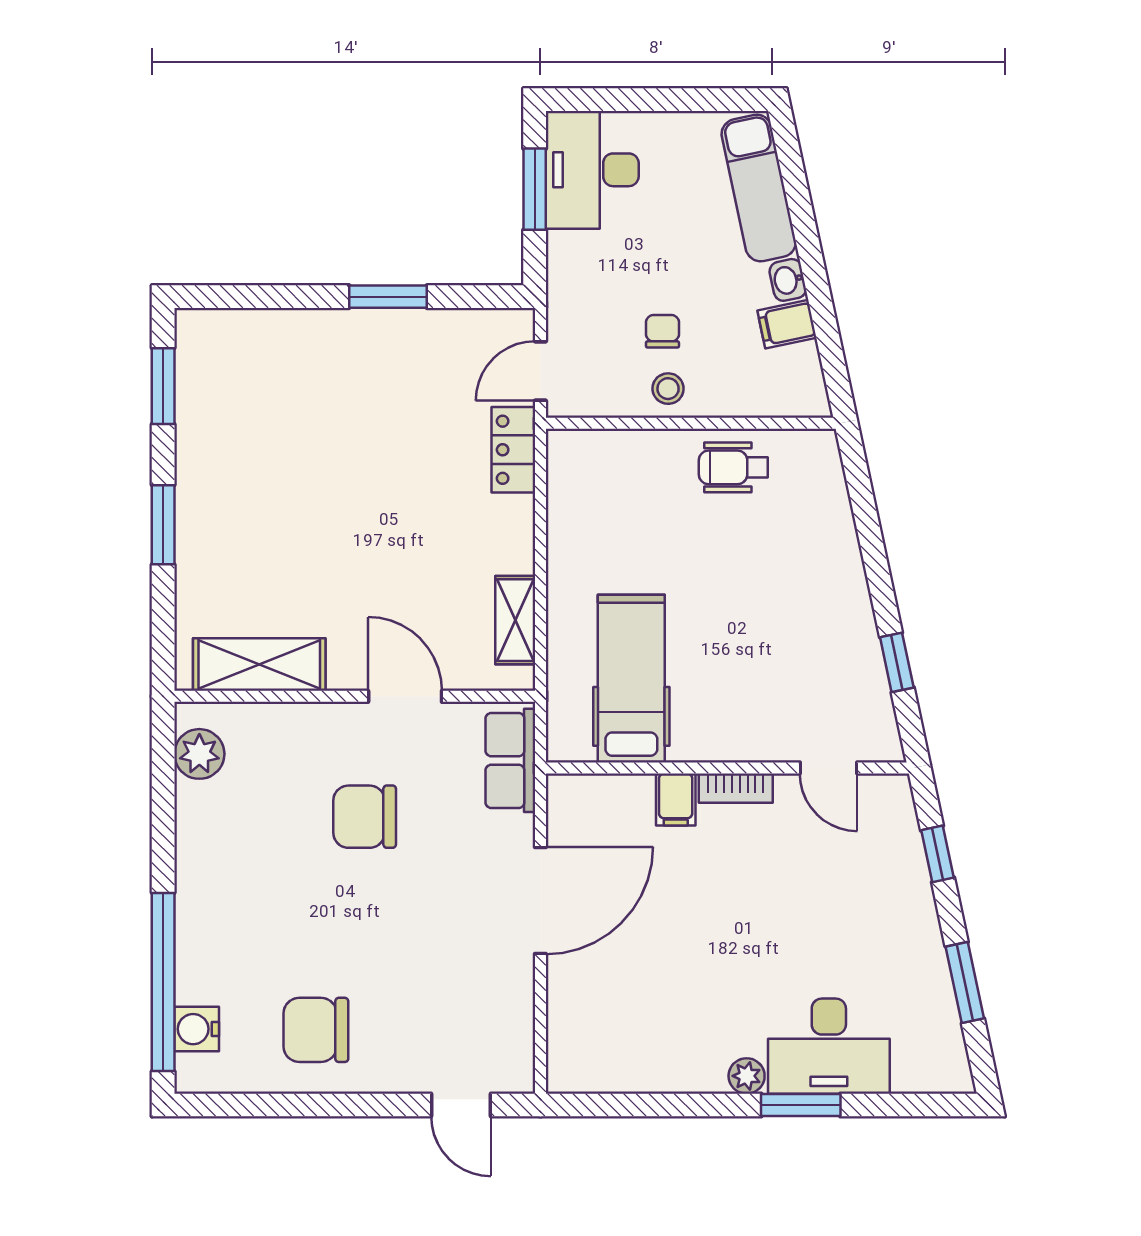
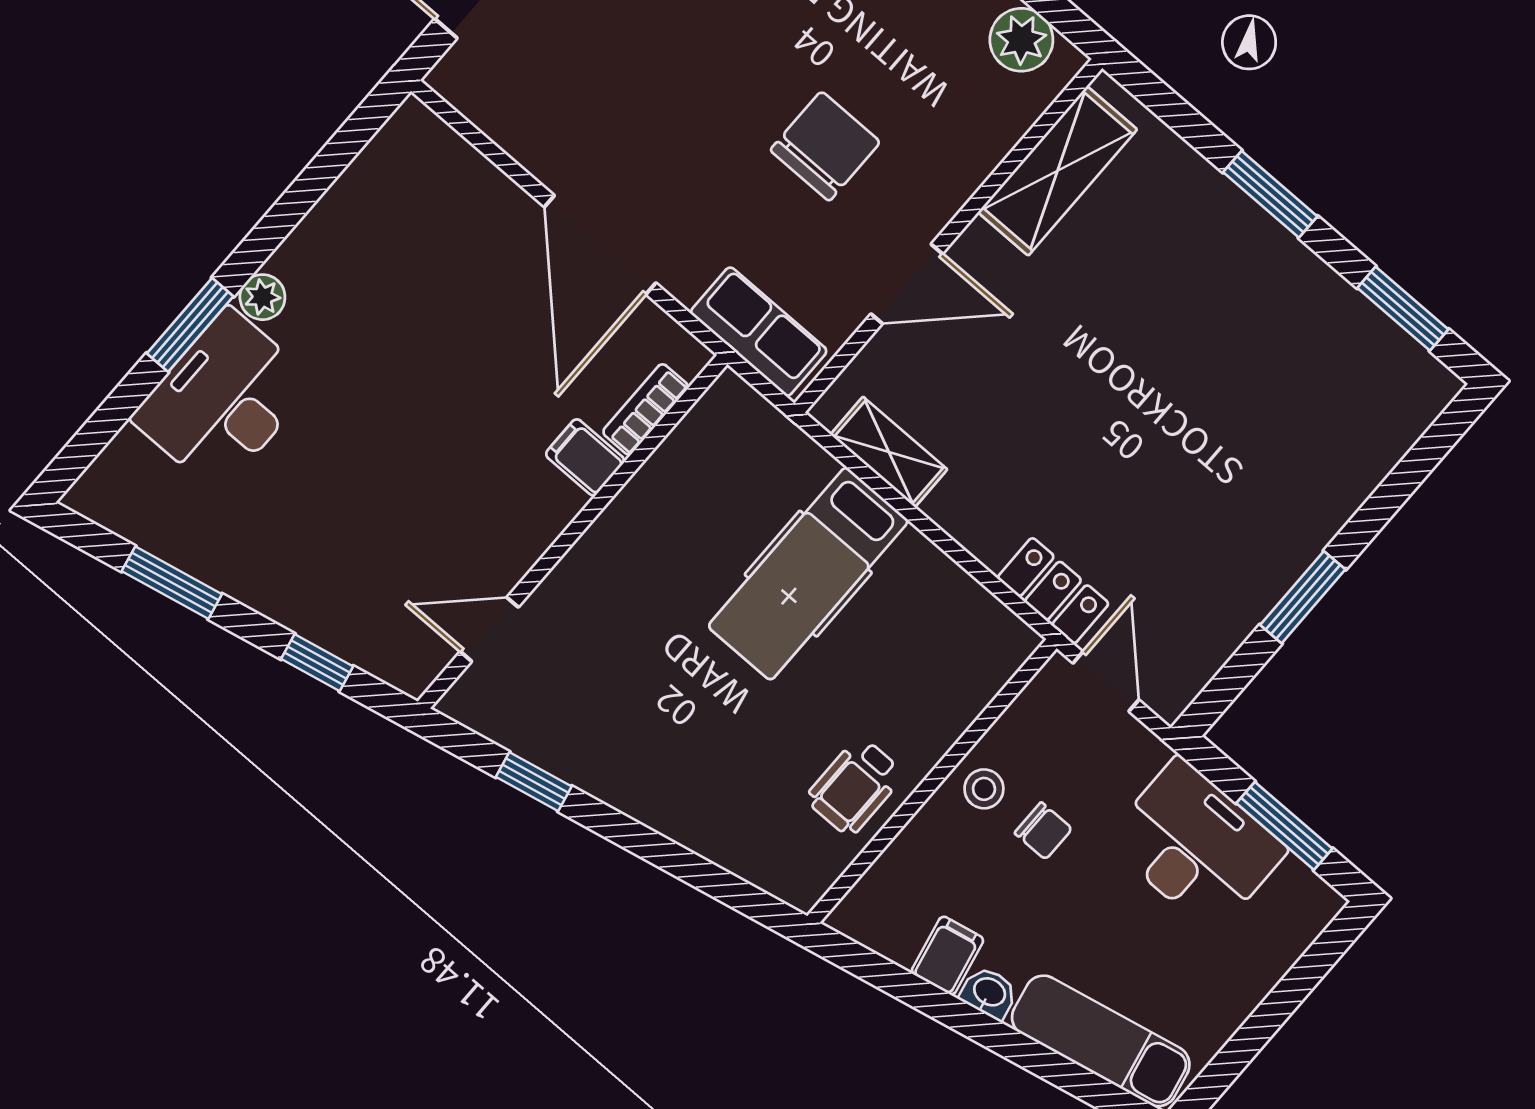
desk: (592, 170) -> (1196, 845), moved
wheelchair: (733, 467) -> (855, 786), turned 180
hospital bed: (631, 679) -> (808, 574), moved, turned 90
bookcase: (736, 788) -> (646, 409), moved

